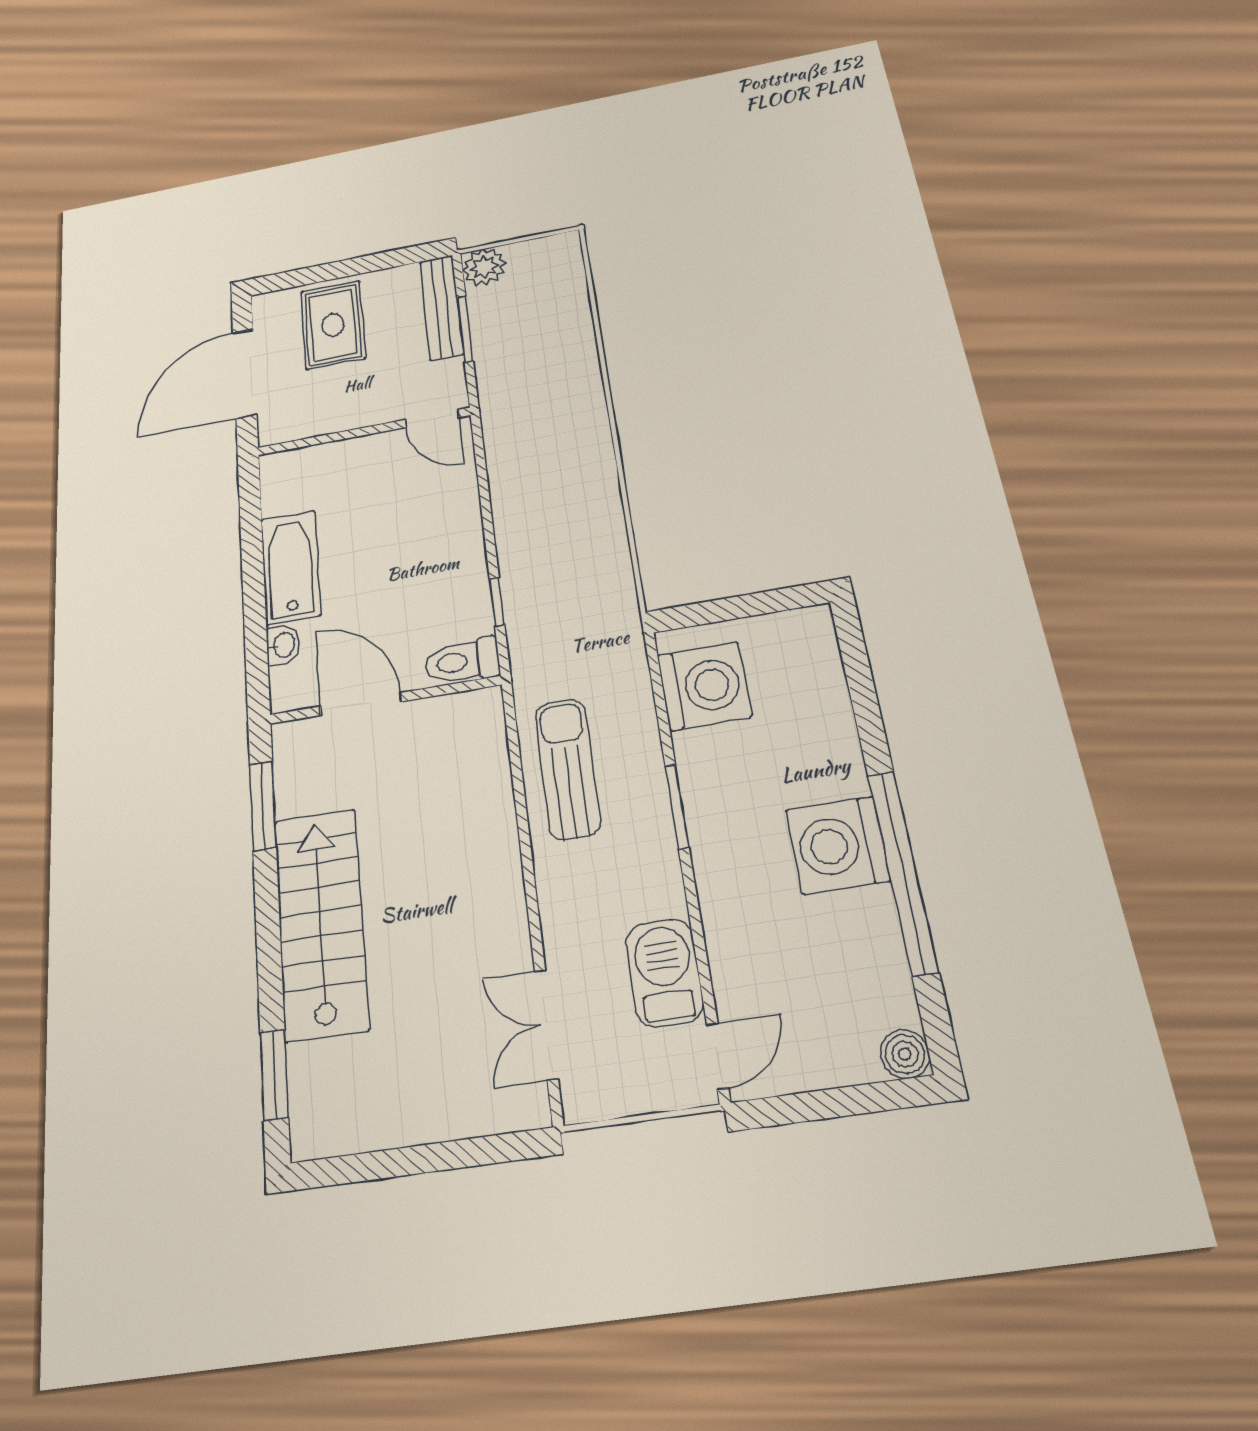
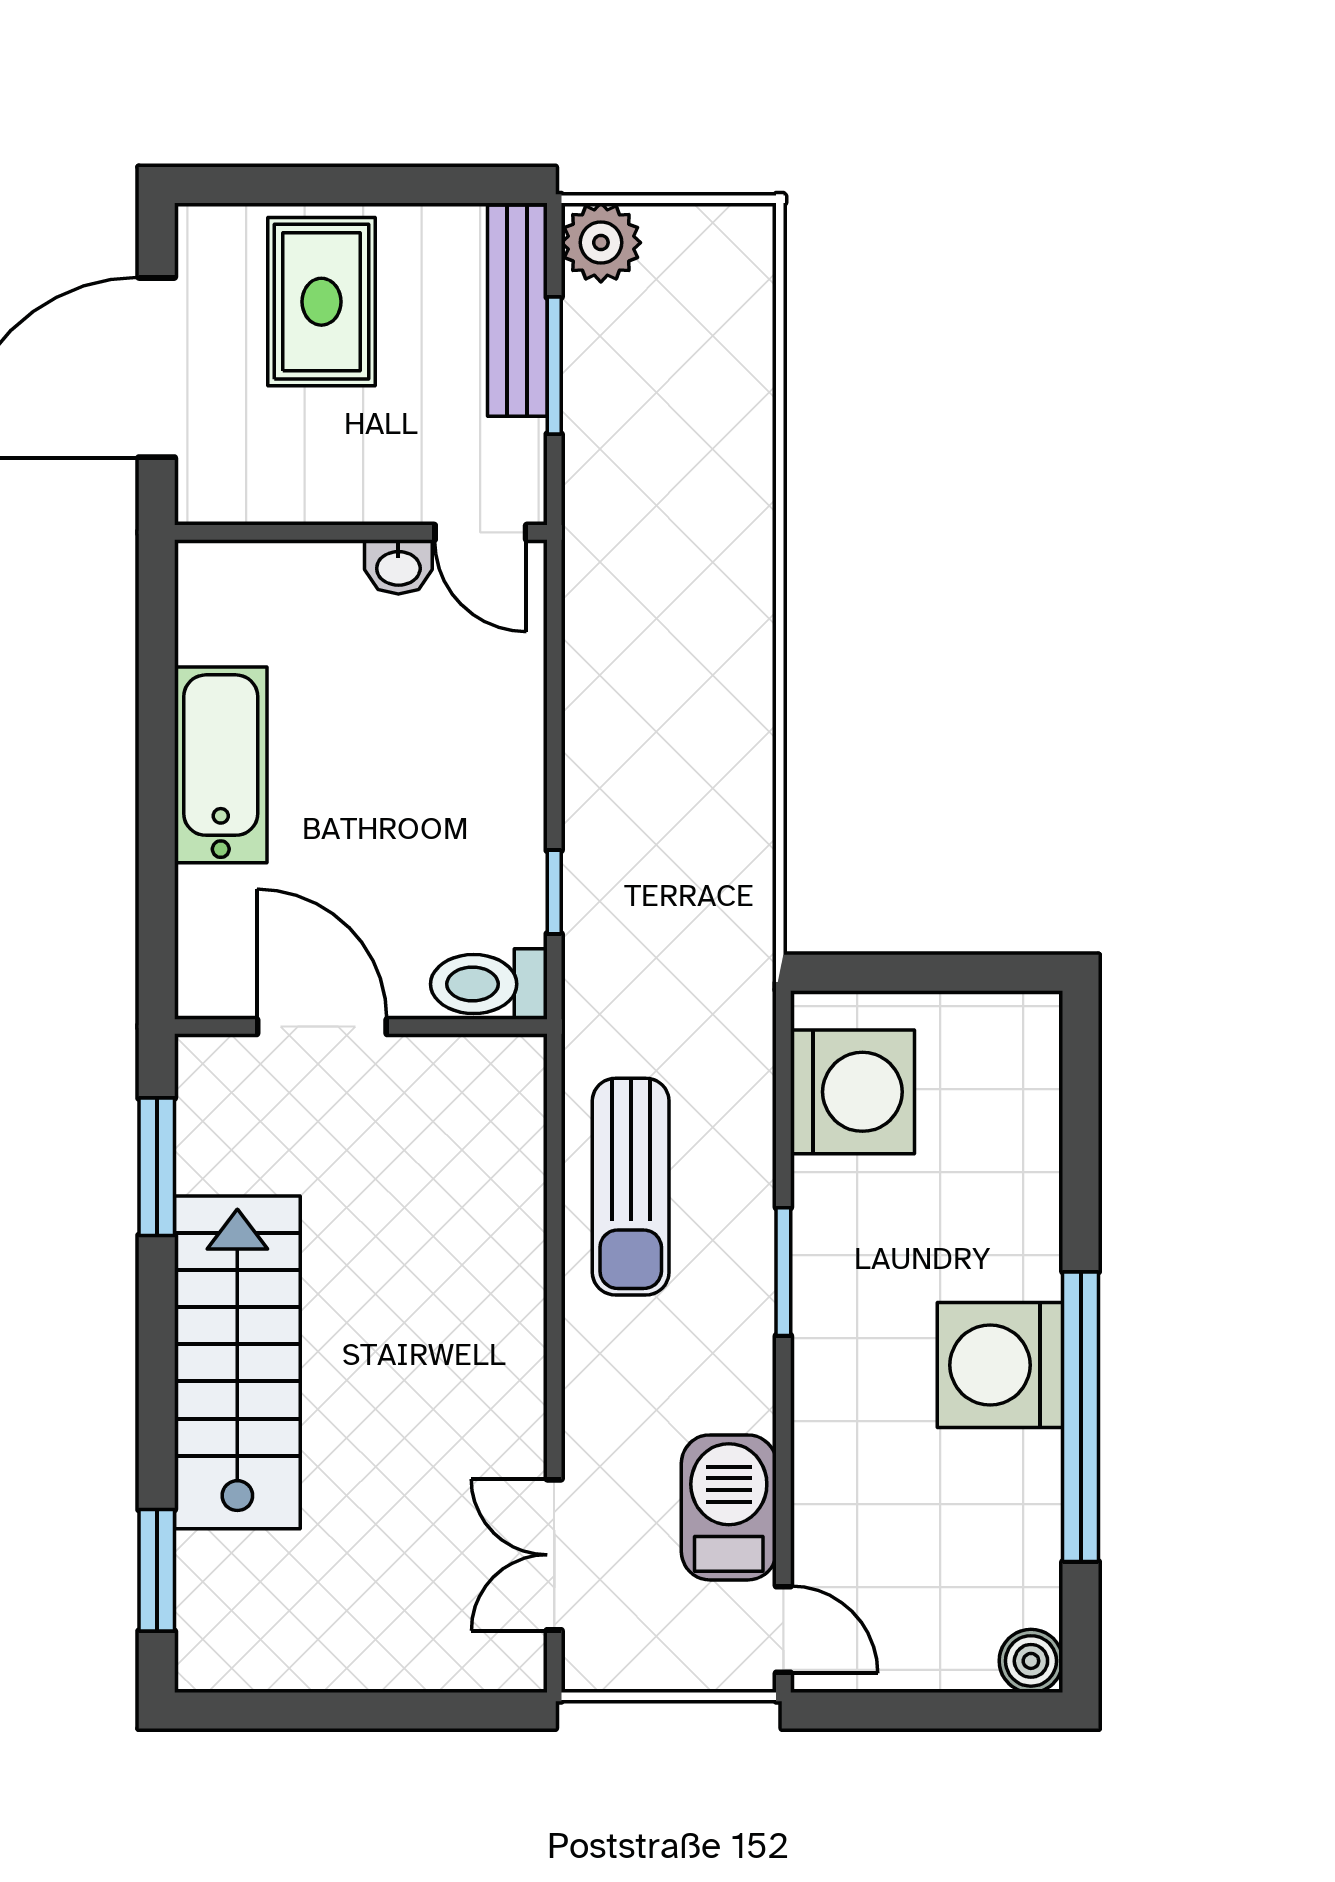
washbasin: (283, 645) -> (398, 567), moved, turned 90
sun lounger: (567, 769) -> (631, 1187), turned 180
door: (717, 1056) -> (783, 1629), hinge flipped

